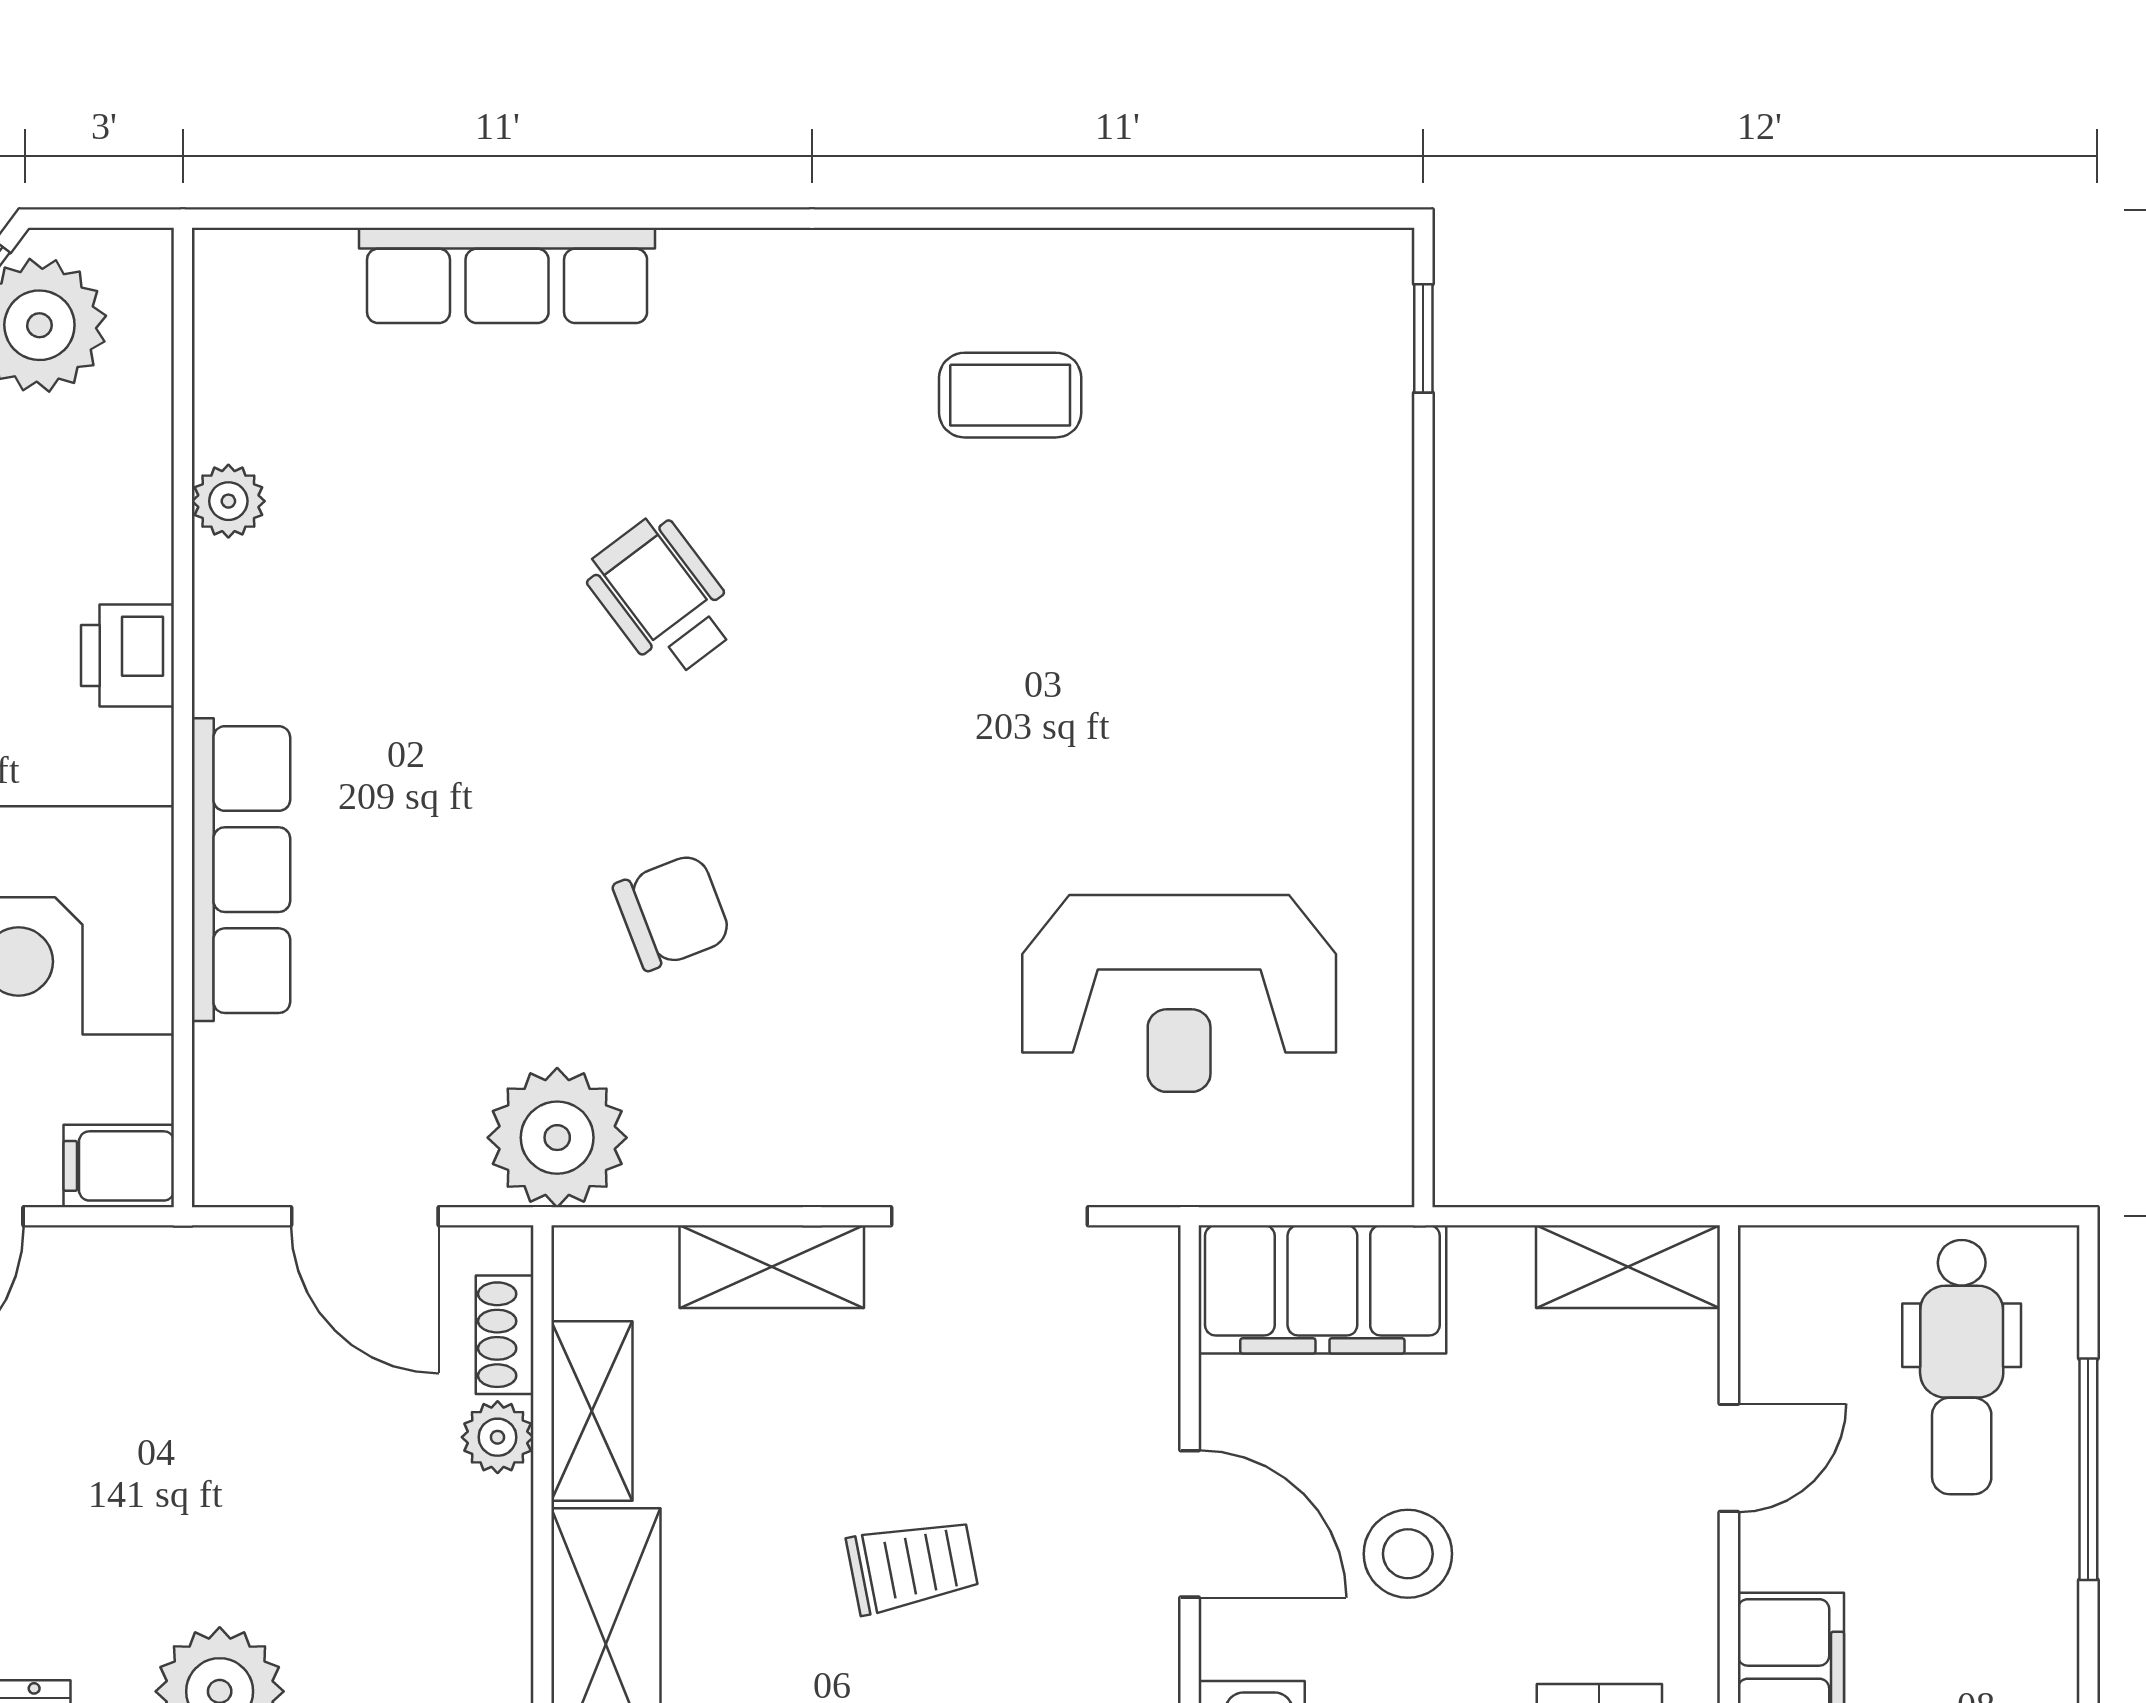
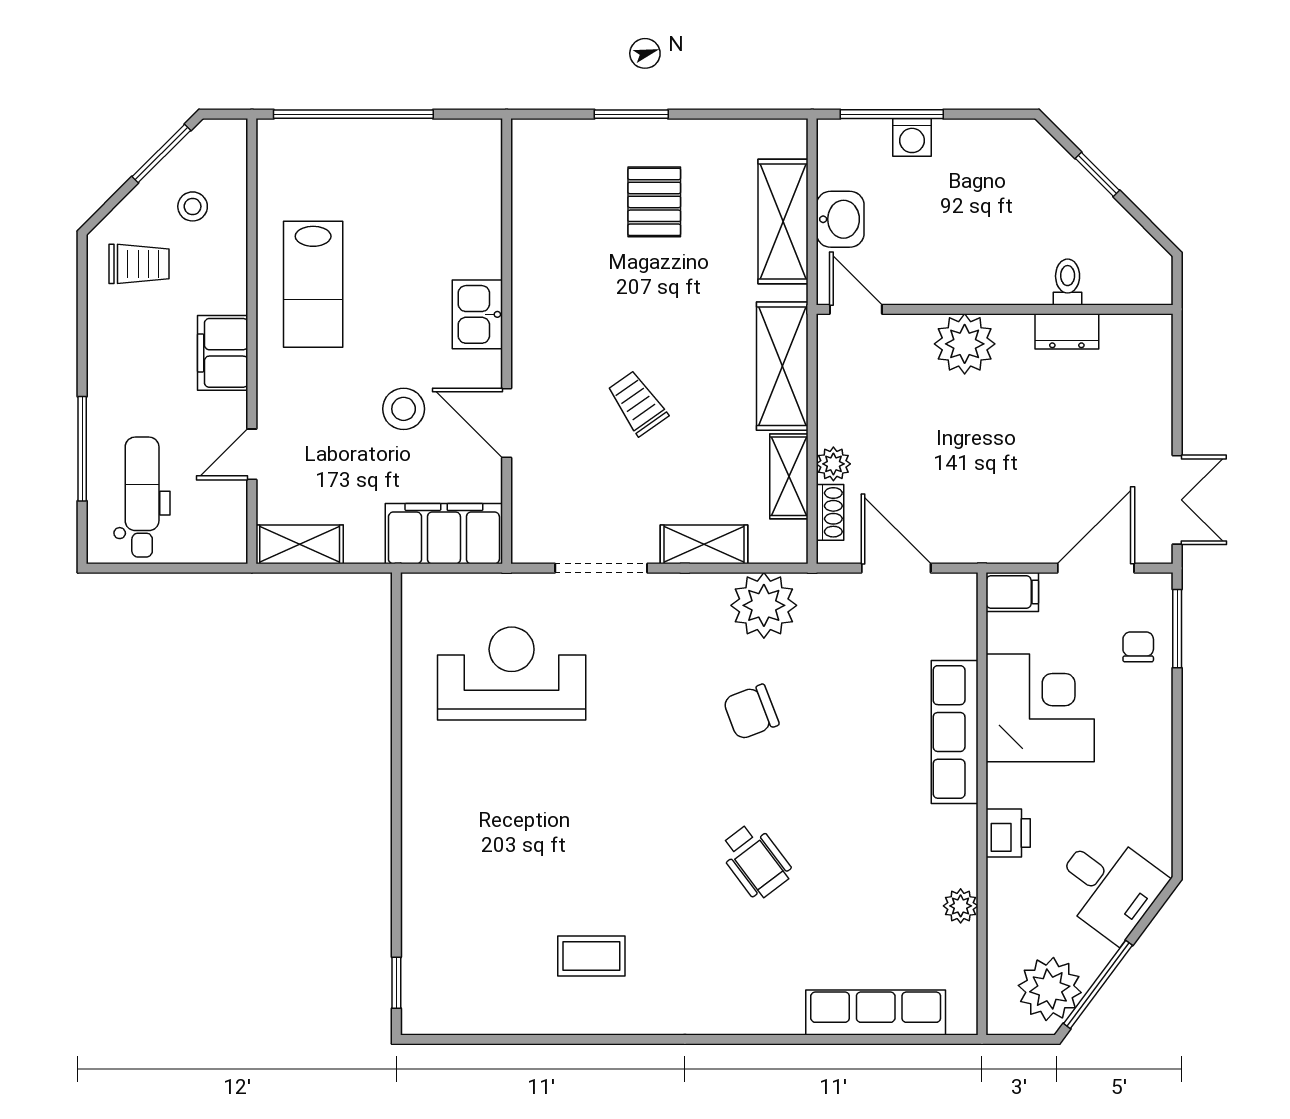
row of seats: (507, 275) -> (876, 1013), moved
plant: (557, 1138) -> (764, 605), moved
trolley: (912, 1566) -> (638, 403), turned 66

